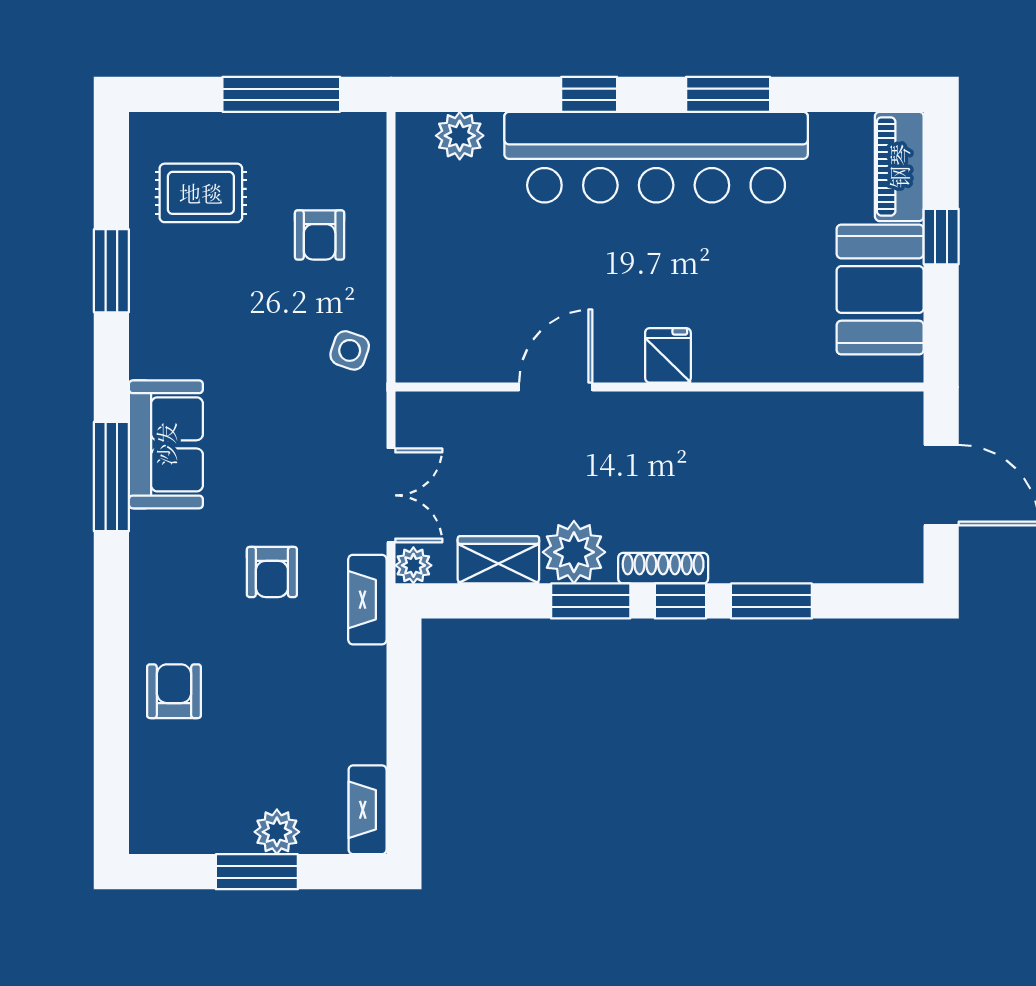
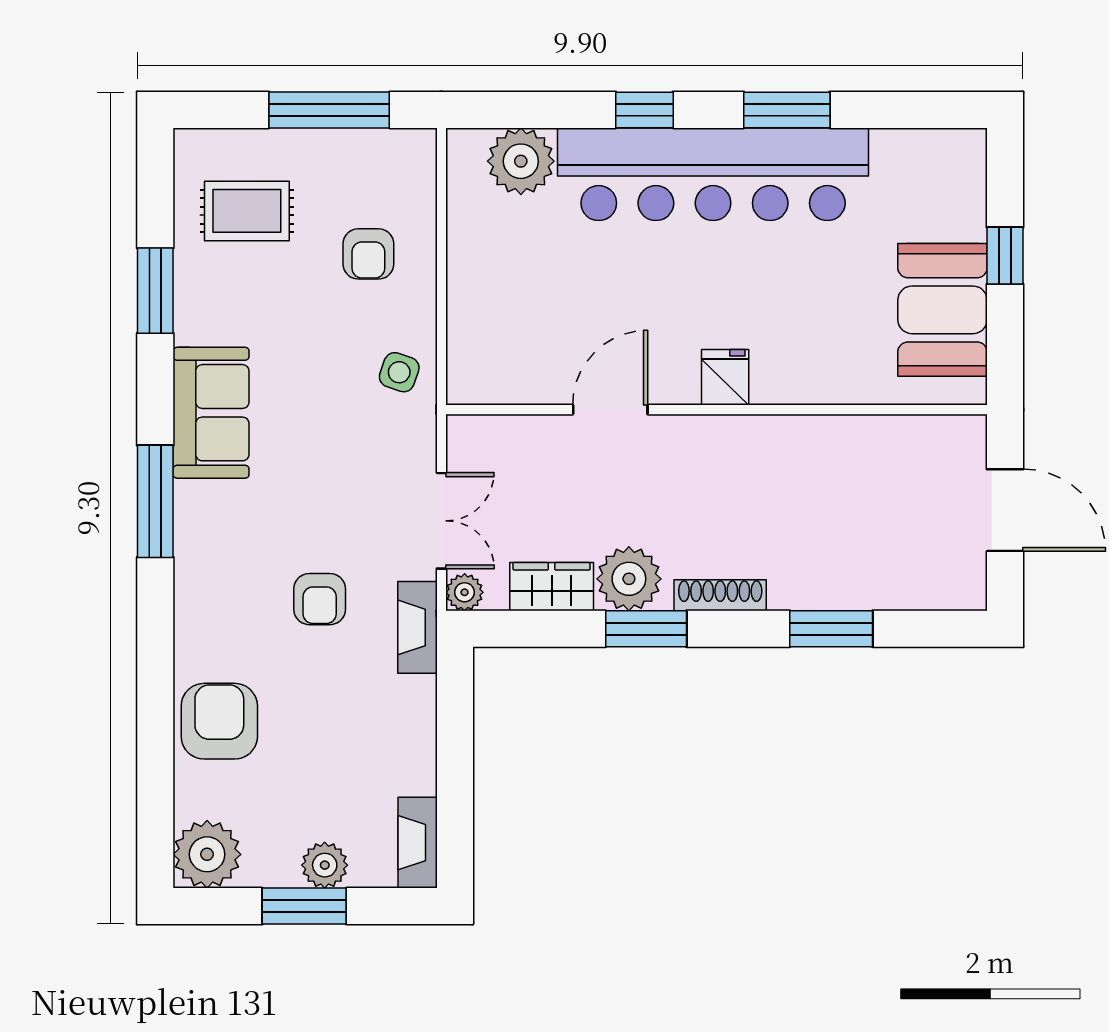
plant: (460, 136) -> (521, 161), width x1.36, depth x1.36
piano: (899, 166) -> (962, 184), removed
sofa: (166, 444) -> (211, 413), moved
window: (680, 601) -> (738, 629), removed
armchair: (174, 691) -> (219, 721), width x1.38, depth x1.38
plant: (162, 821) -> (207, 854), added

